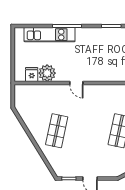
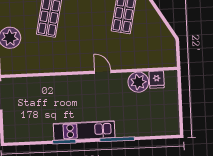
kitchen unit: (50, 35) -> (84, 131), moved

